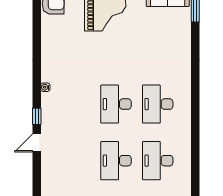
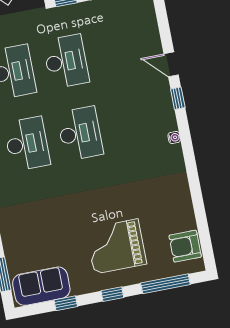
door: (37, 143) -> (171, 64), swing flipped

